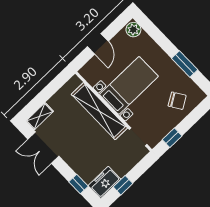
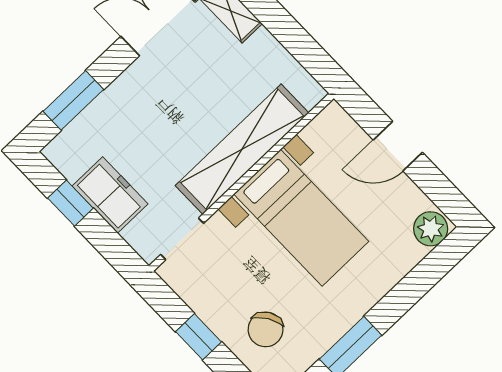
window: (172, 138) -> (199, 337), moved
freezer: (104, 182) -> (110, 195), moved
window: (79, 184) -> (73, 100), width x1.50

